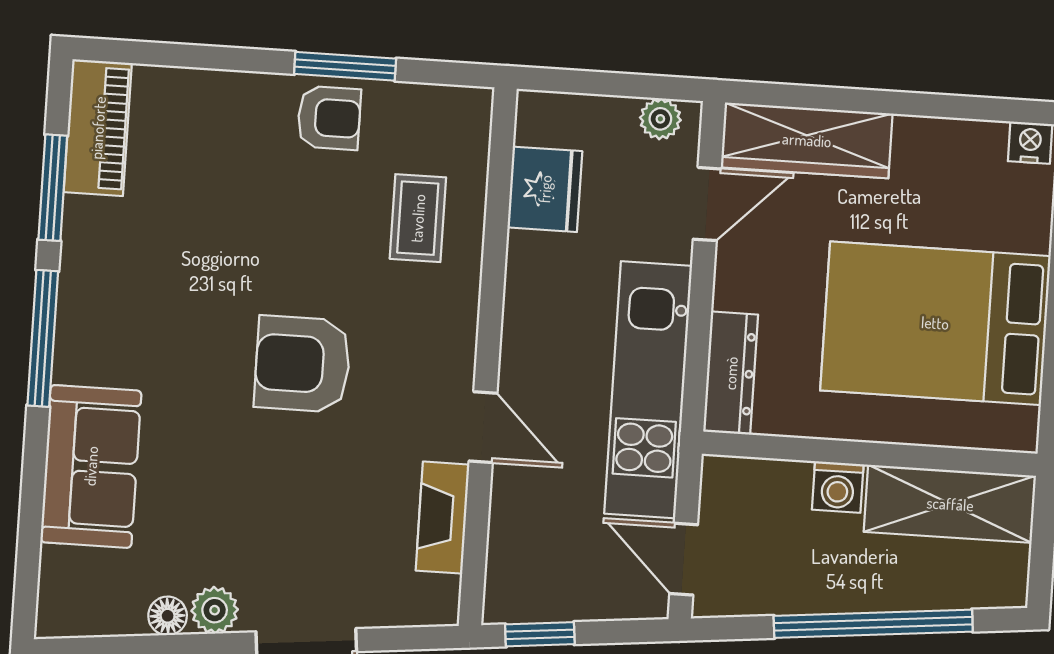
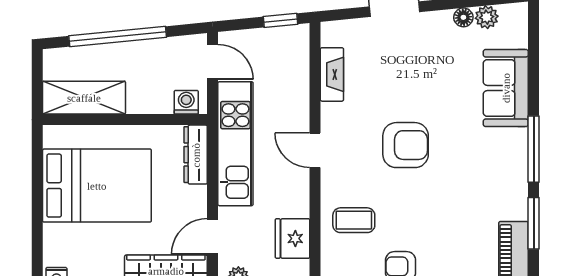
coffee table: (418, 218) -> (354, 220), turned 90
door: (483, 427) -> (315, 150), moved
washing machine: (838, 487) -> (186, 102), moved
plant: (215, 610) -> (487, 17), moved

